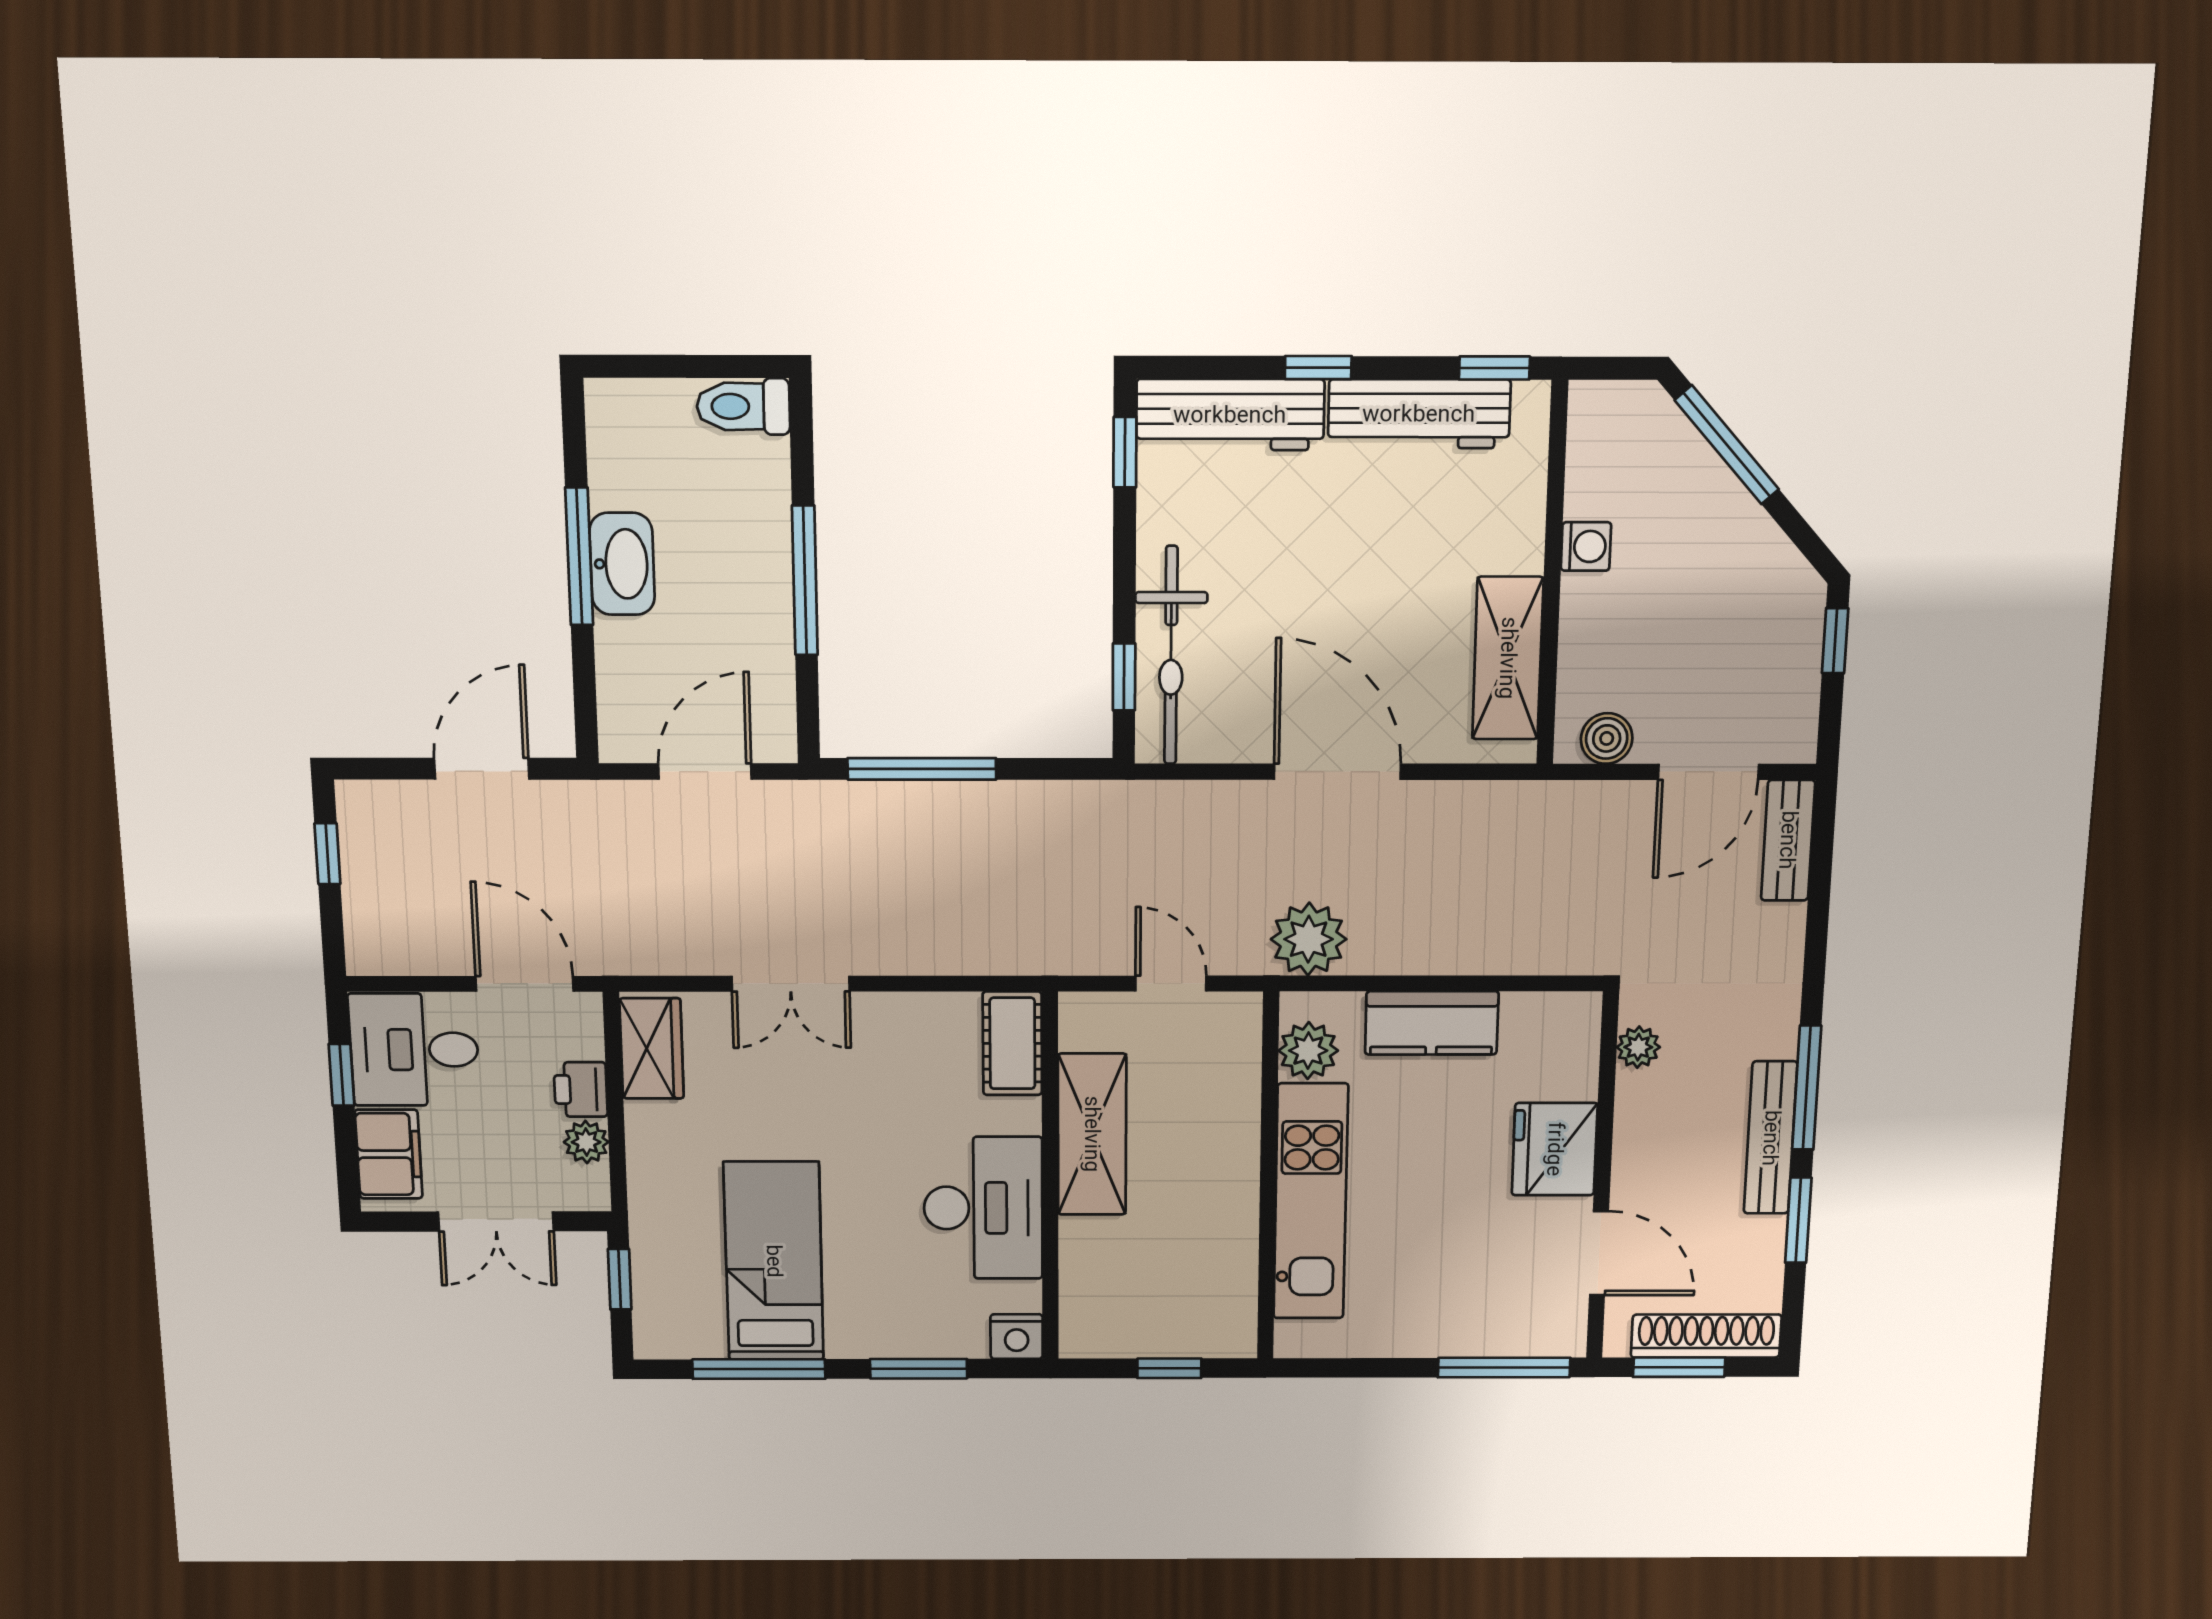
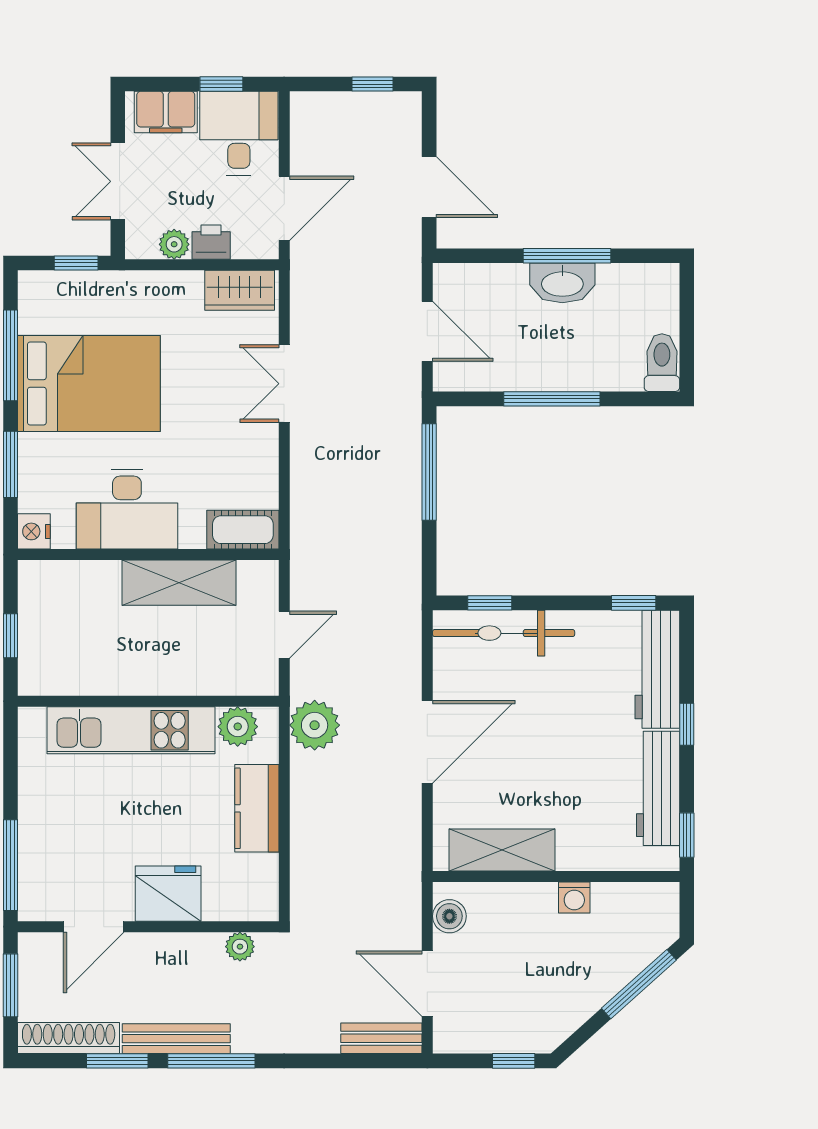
bed: (774, 1261) -> (89, 384), width x1.50
shoe rack: (1706, 1336) -> (69, 1038), moved, turned -90

